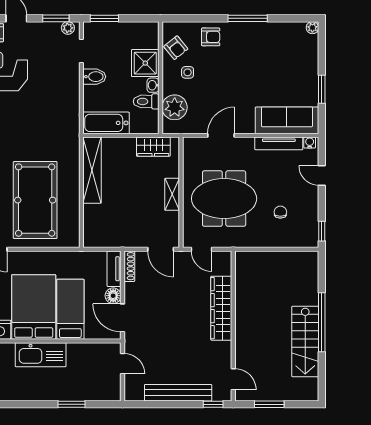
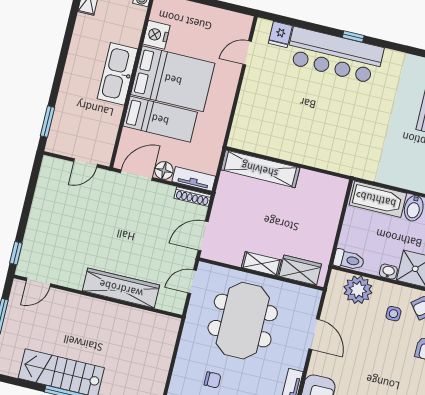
toilet: (146, 101) -> (349, 260), moved, turned 90
bathtub: (106, 123) -> (378, 199), moved, turned 90
wardrobe: (153, 147) -> (300, 270), moved, turned 90
shelving: (92, 170) -> (260, 169), moved
pool table: (35, 200) -> (292, 109), removed
bench: (178, 393) -> (38, 217), removed
window: (72, 404) -> (47, 122), moved

